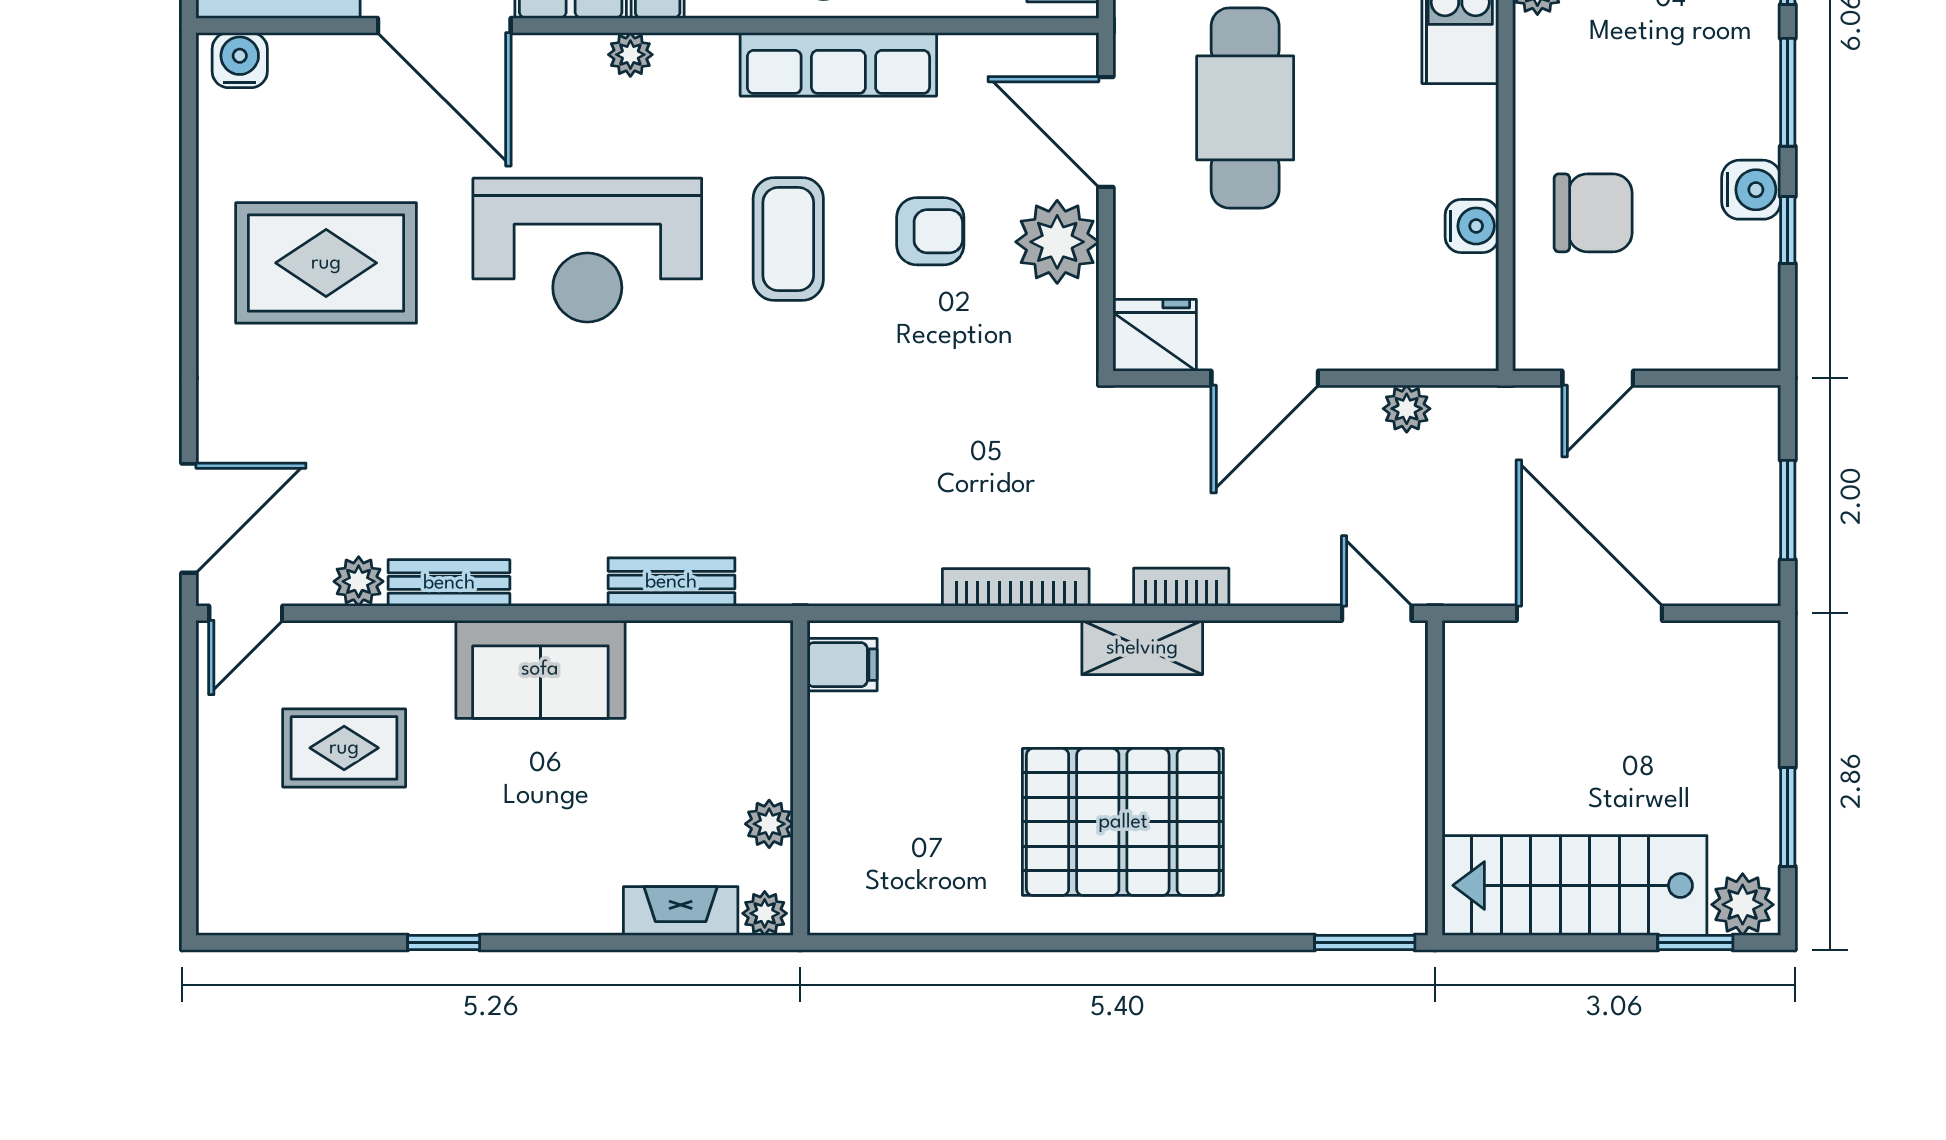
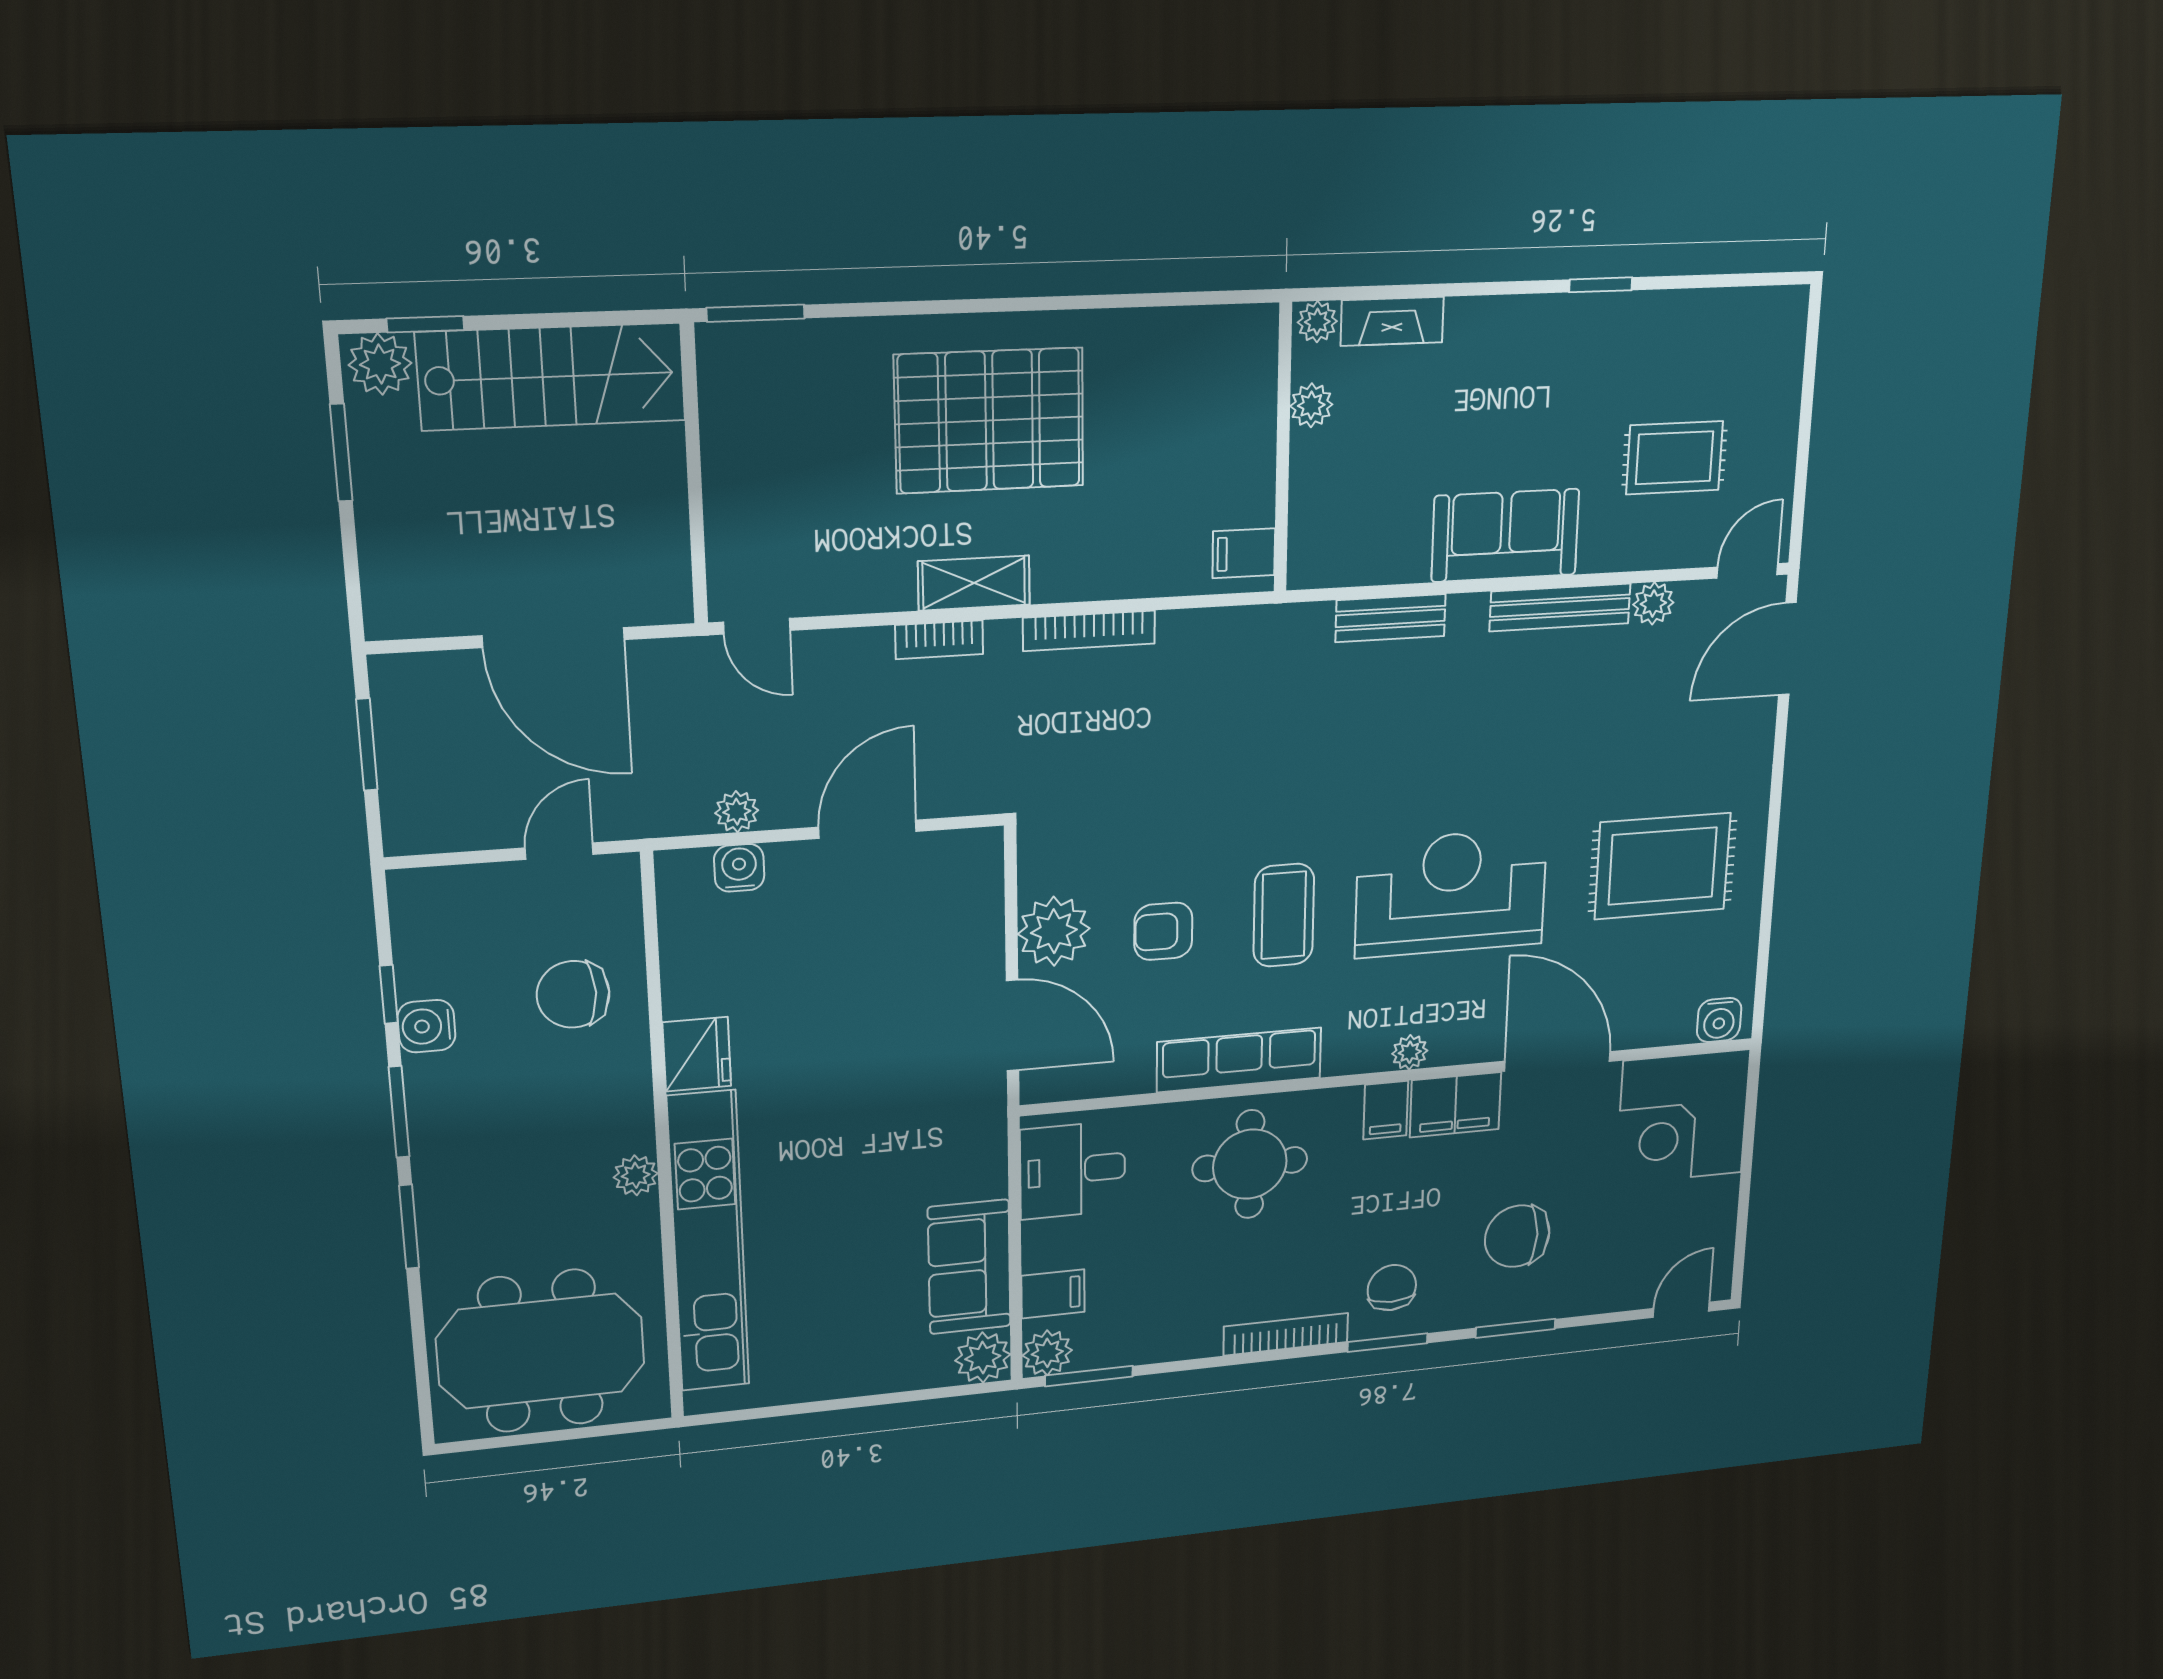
cafe table: (1245, 108) -> (891, 1056), removed
water cooler: (1472, 226) -> (739, 868), moved, turned 90
fridge: (1155, 335) -> (697, 1054), moved, turned -90
bench: (449, 583) -> (1560, 608), width x1.36

